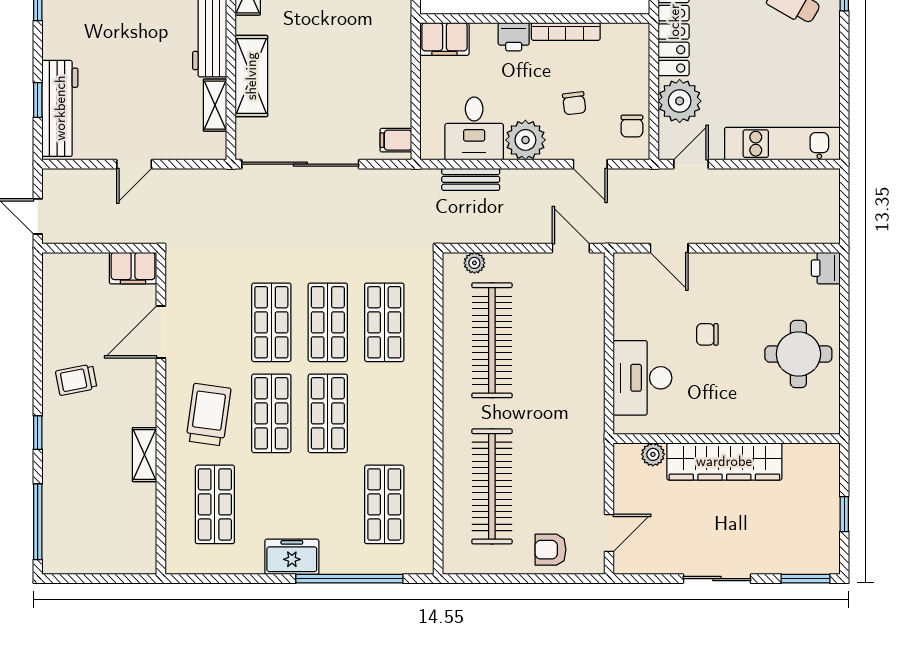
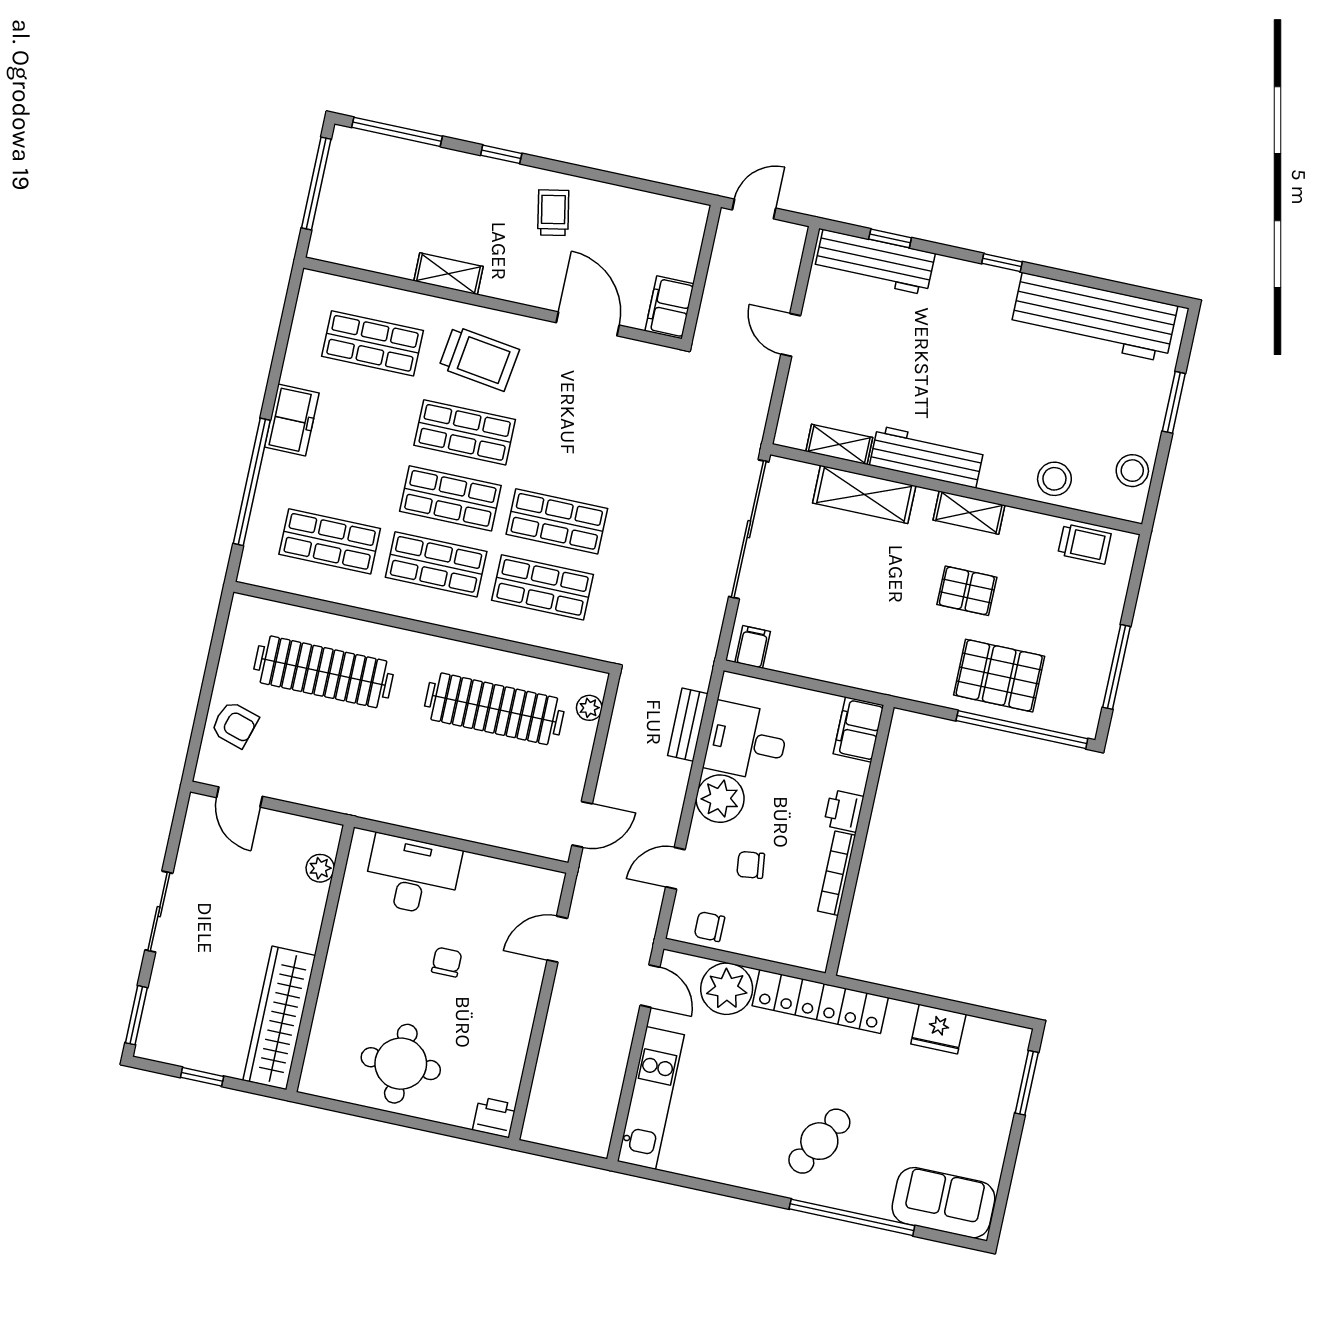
shop shelf: (271, 322) -> (436, 564), moved
wardrobe: (724, 461) -> (279, 1018), moved
armchair: (551, 550) -> (235, 724), turned 107
window: (94, 579) -> (316, 183), added

